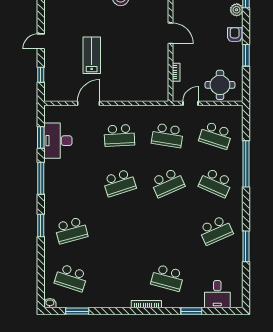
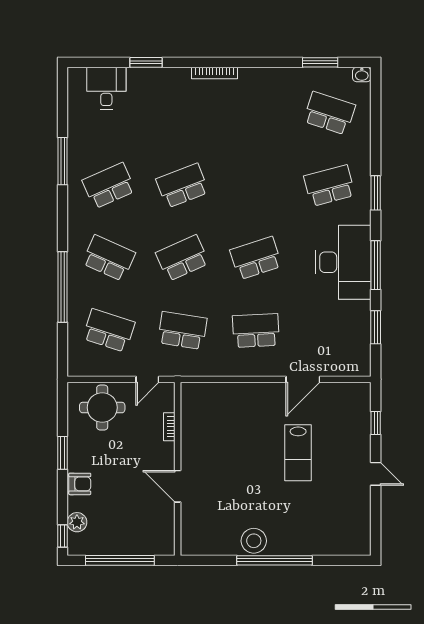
armchair: (235, 35) -> (80, 484), turned -90
door: (41, 41) -> (376, 474), hinge flipped
desk: (58, 141) -> (343, 262), moved, width x1.36, depth x1.30
school desk: (168, 278) -> (182, 186), moved, turned -36

